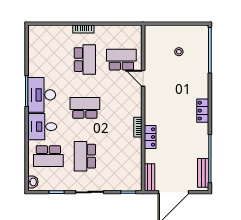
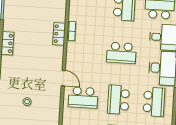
school desk: (48, 60) -> (154, 102), added
locker: (150, 137) -> (59, 34), moved

